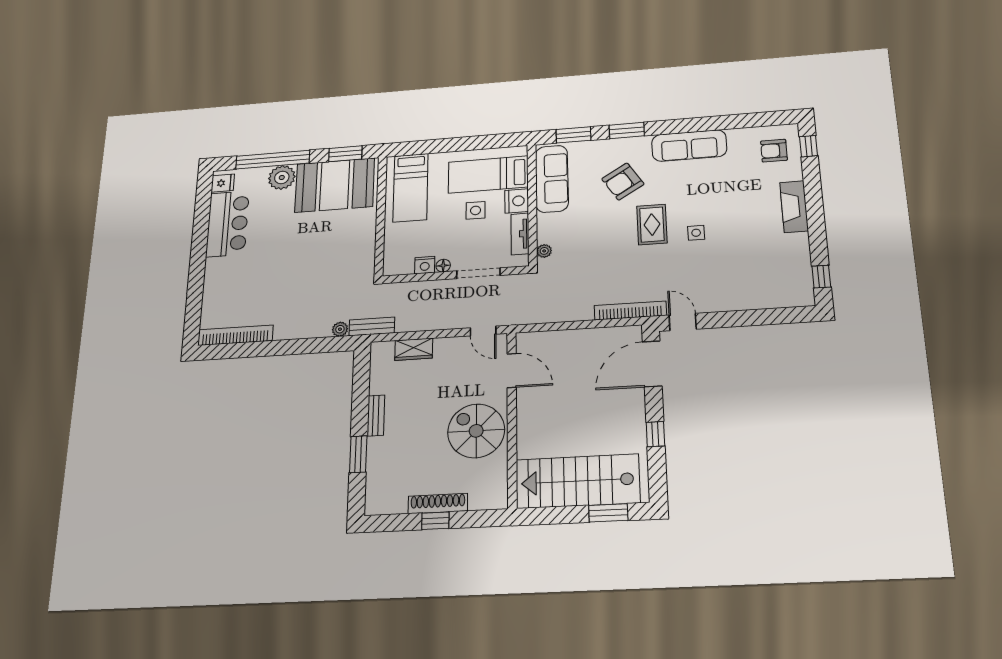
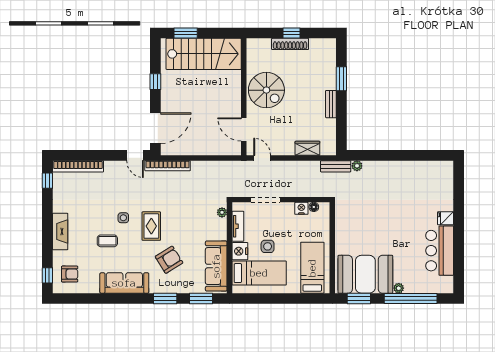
plant: (282, 177) -> (399, 288), width x0.53, depth x0.53
fridge: (223, 183) -> (445, 218), moved
coffee table: (719, 200) -> (107, 241), added
floor lamp: (443, 266) -> (314, 207), moved
bookcase: (235, 335) -> (78, 166), moved

